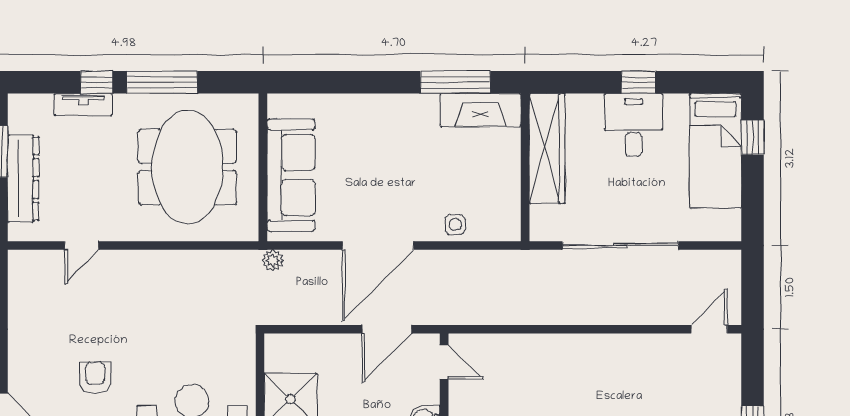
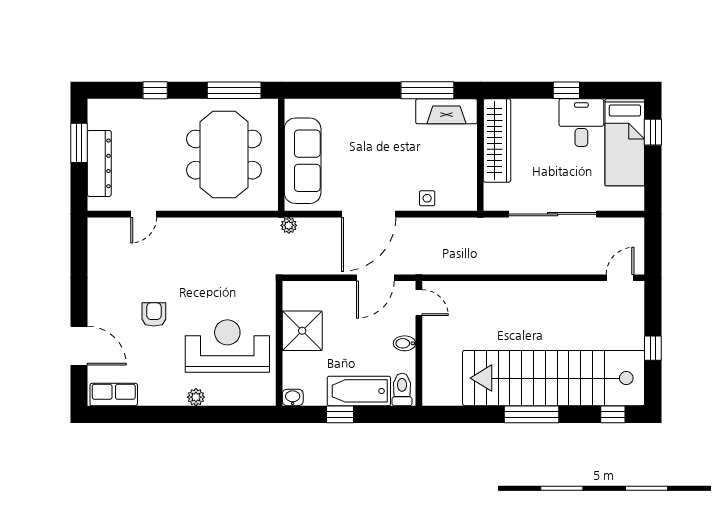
window: (162, 82) -> (234, 90), moved
tv unit: (83, 105) -> (145, 107), removed
desk: (633, 125) -> (581, 123), moved

